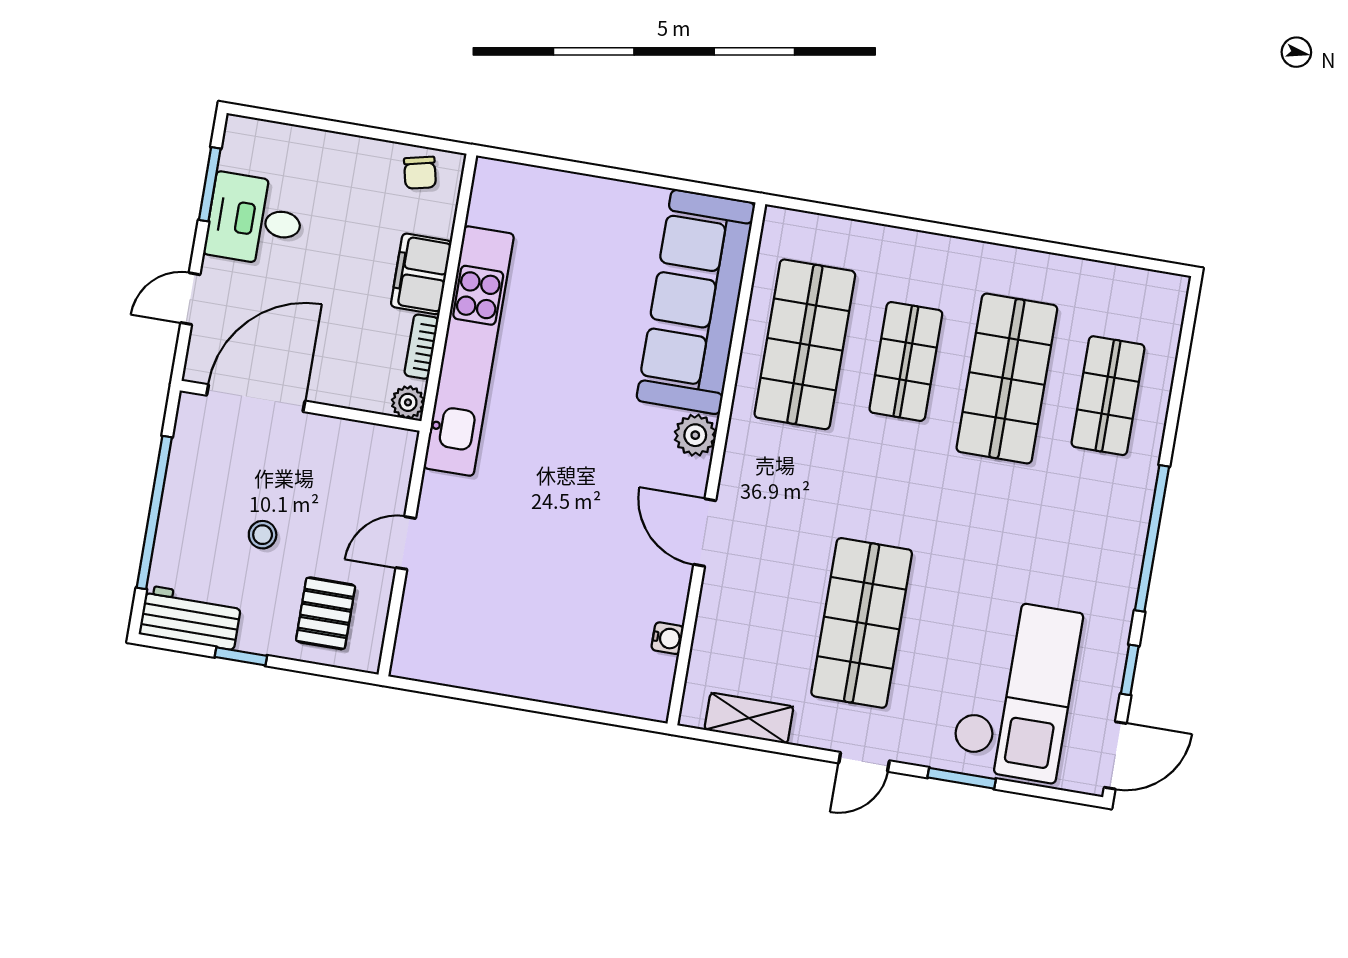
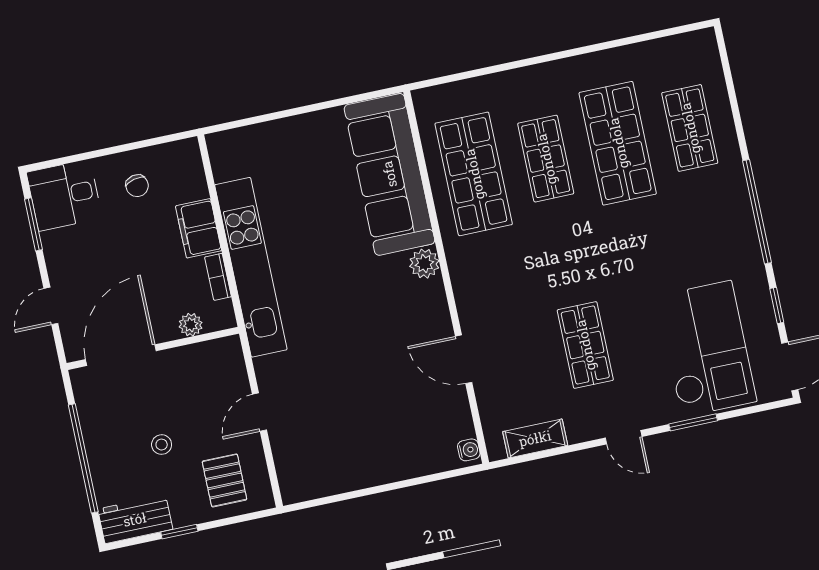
chair: (420, 173) -> (137, 186), moved
desk: (255, 220) -> (64, 195), moved
plant: (408, 402) -> (191, 325), moved
door: (705, 533) -> (464, 359), moved
shop shelf: (862, 623) -> (585, 345), width x0.70, depth x0.74
water cooler: (668, 638) -> (469, 450), moved
door: (864, 762) -> (624, 437), hinge flipped

